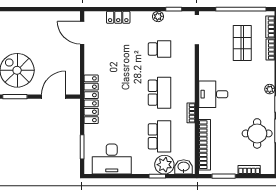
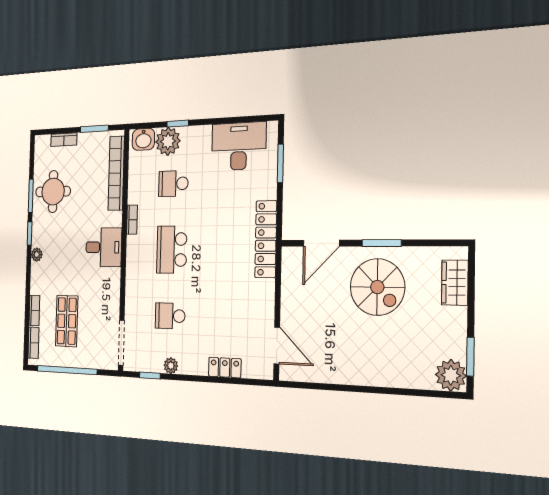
school desk: (159, 136) -> (173, 184), width x0.54

